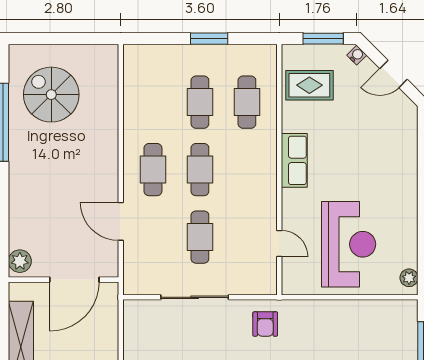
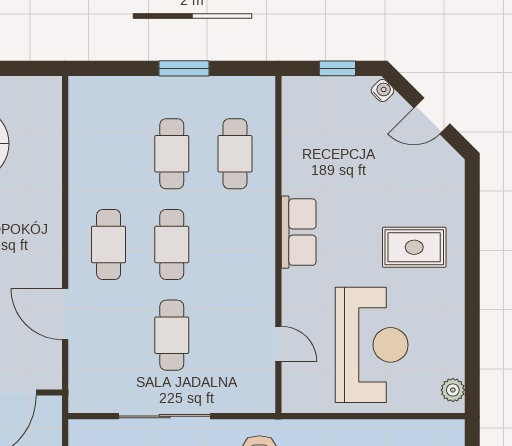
window: (323, 39) -> (337, 68), width x0.67
rug: (309, 85) -> (414, 247), moved

